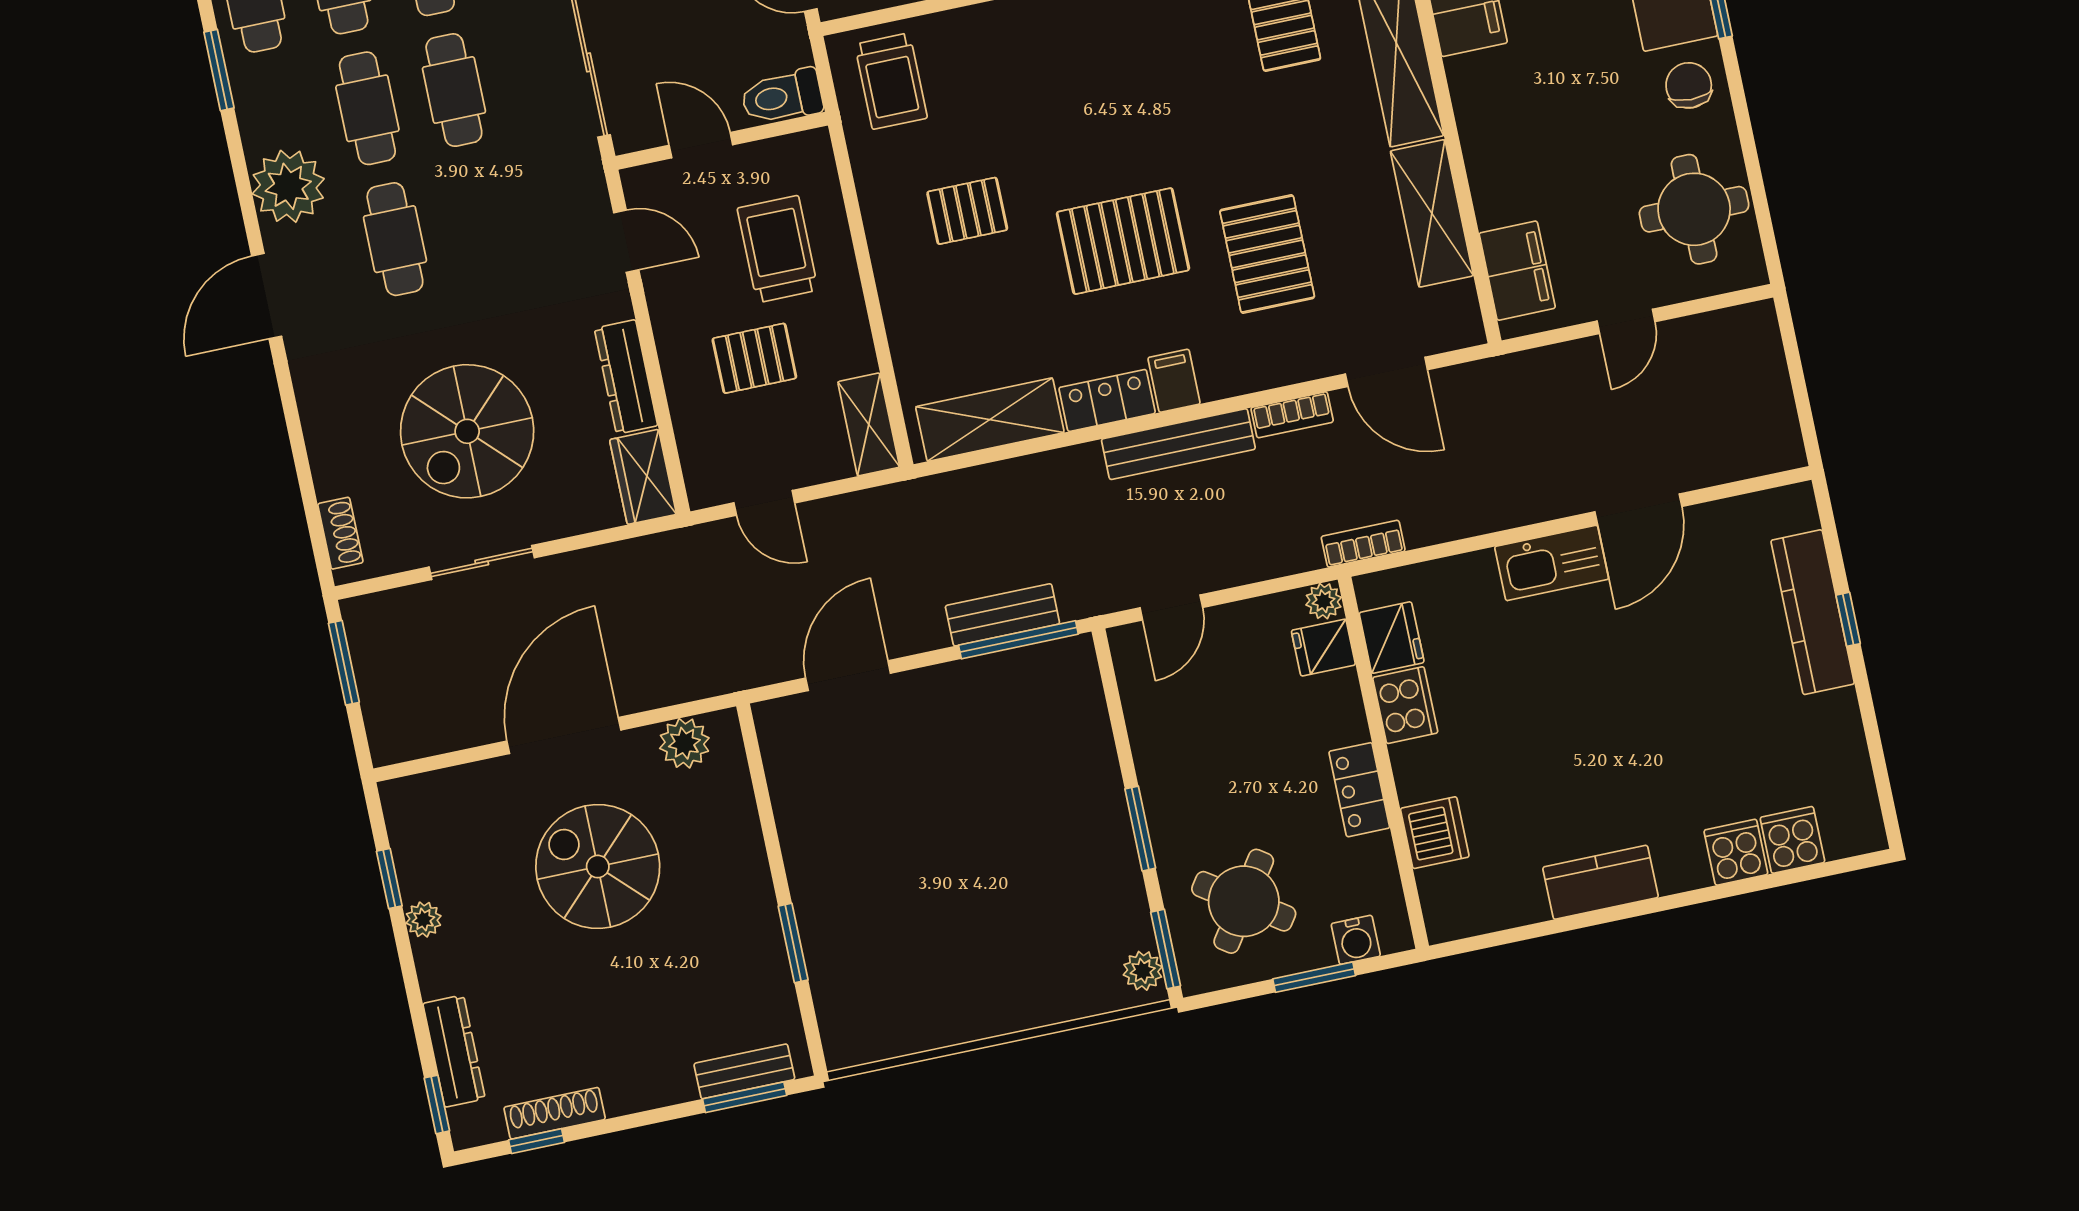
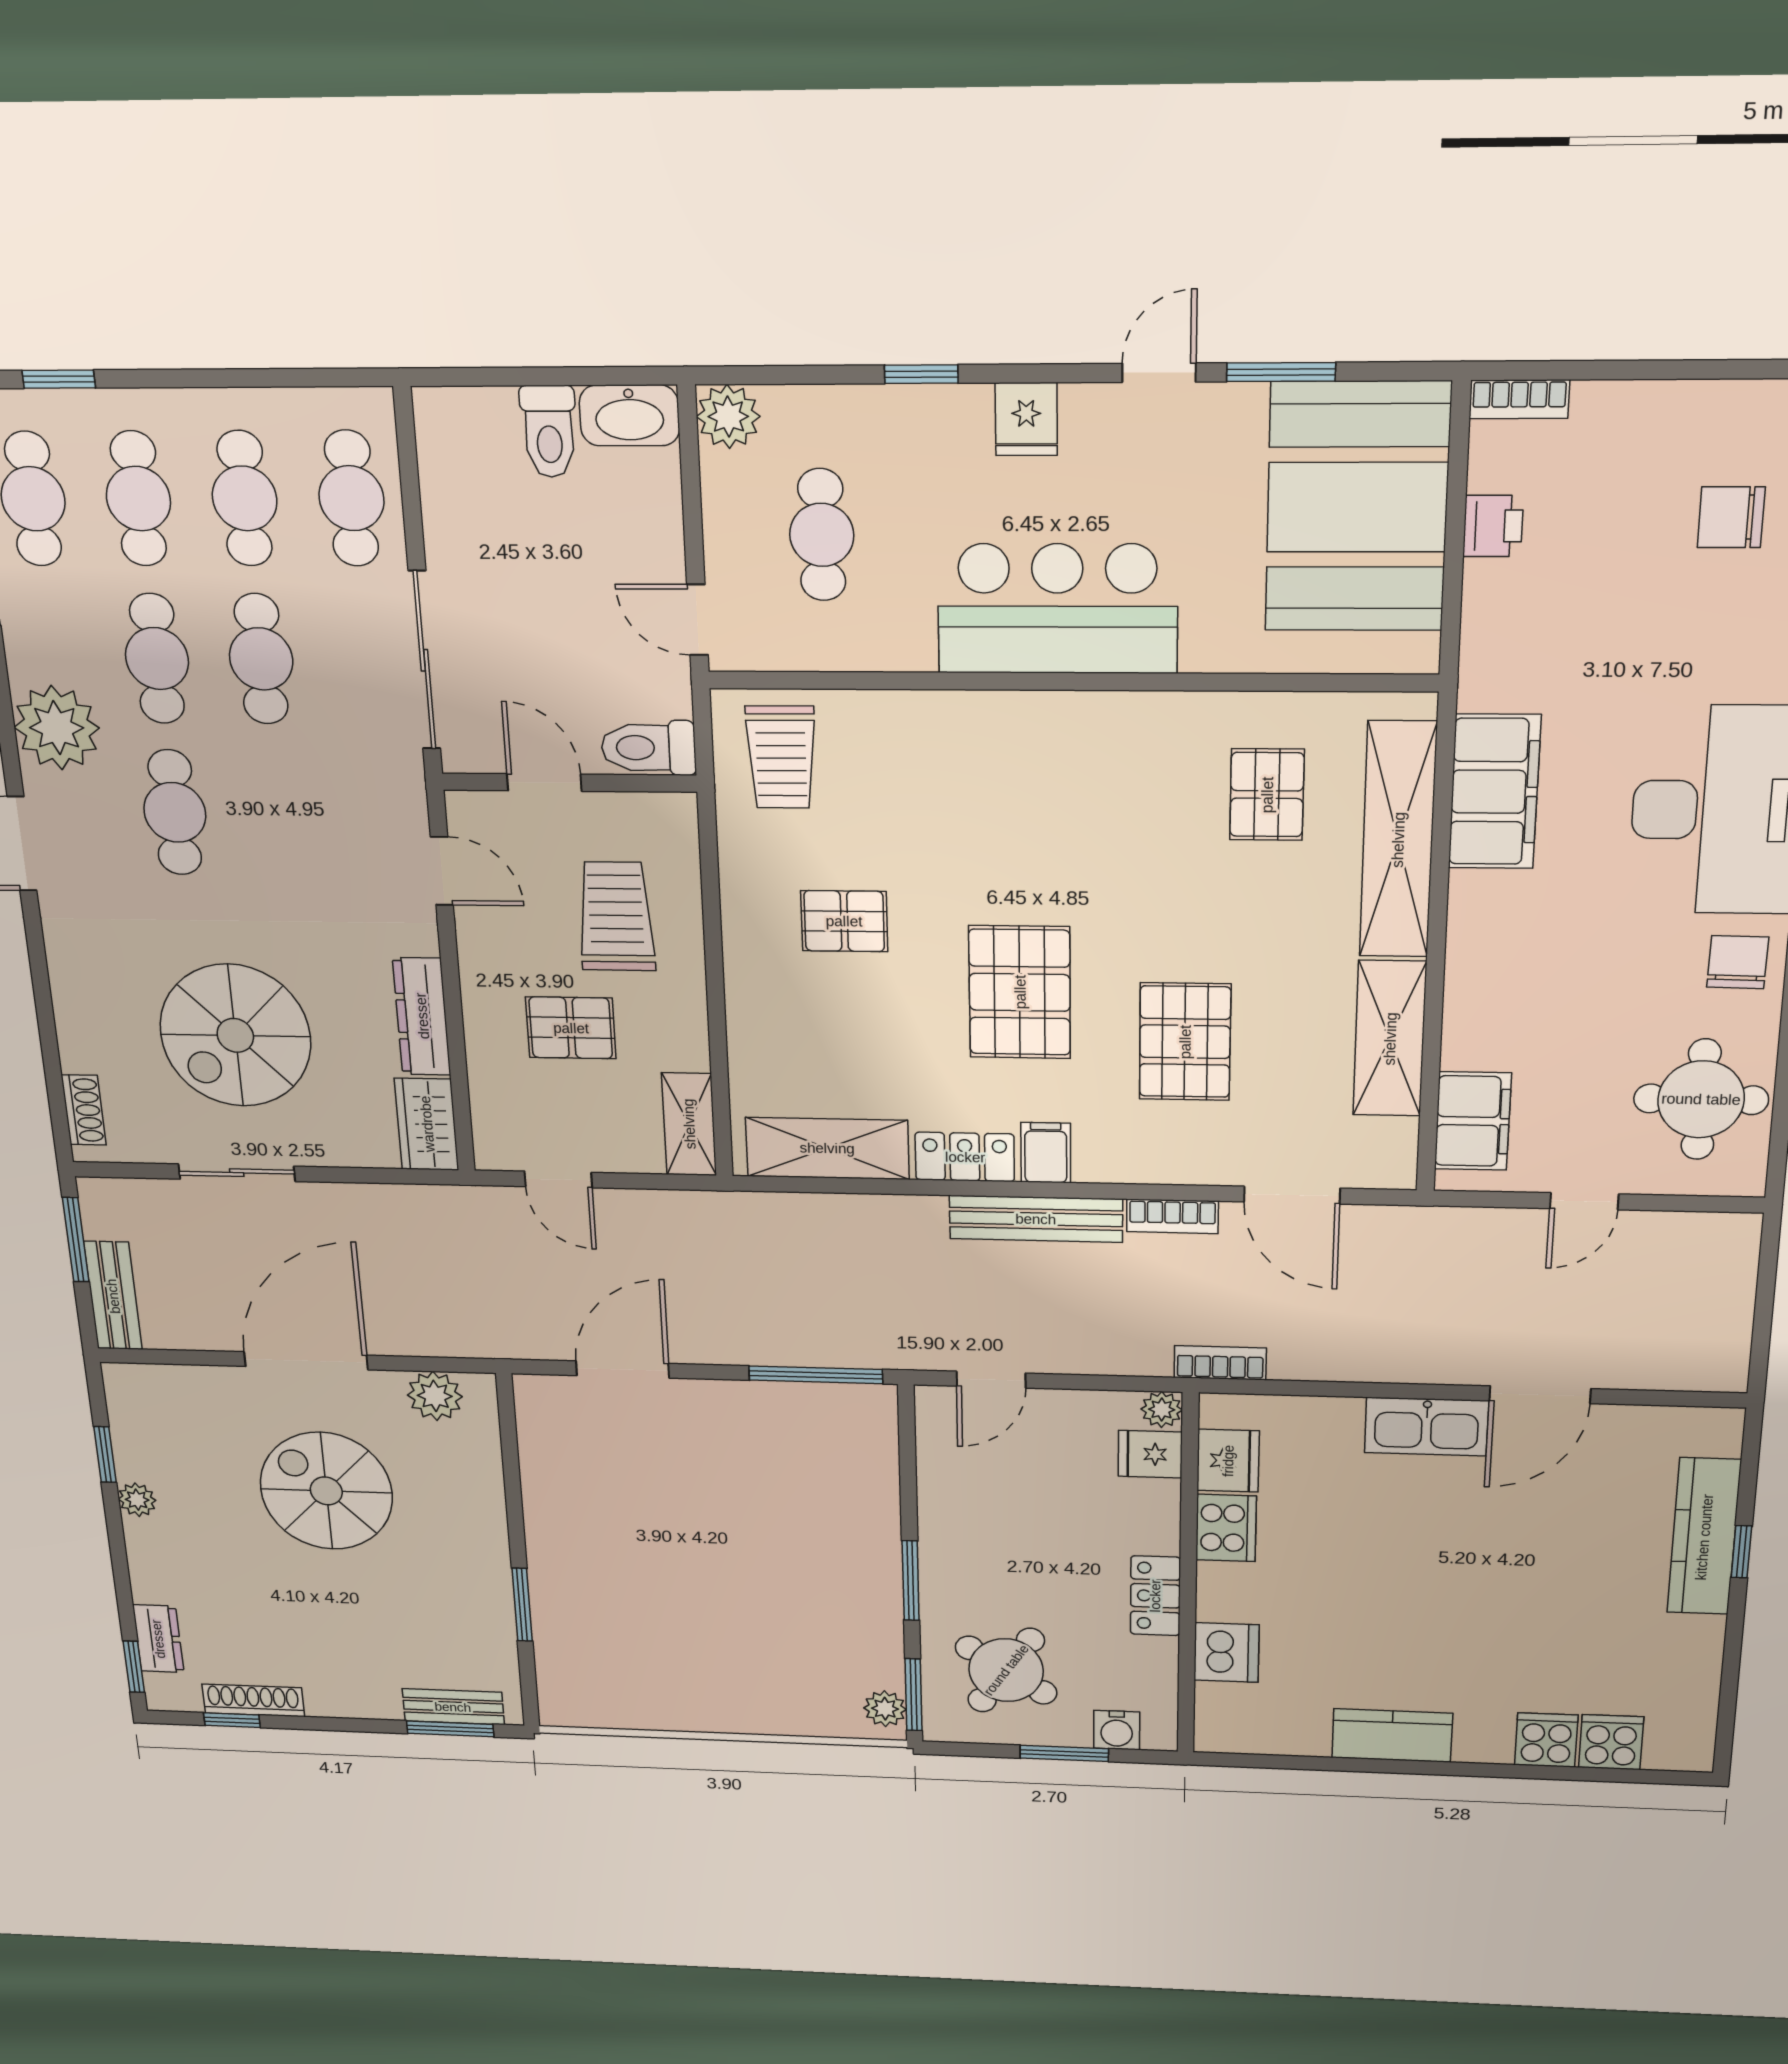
pallet: (1123, 241) -> (1020, 992), turned 90
bench: (1002, 615) -> (113, 1296), moved, turned 90
dresser: (454, 1051) -> (158, 1639), width x0.70

